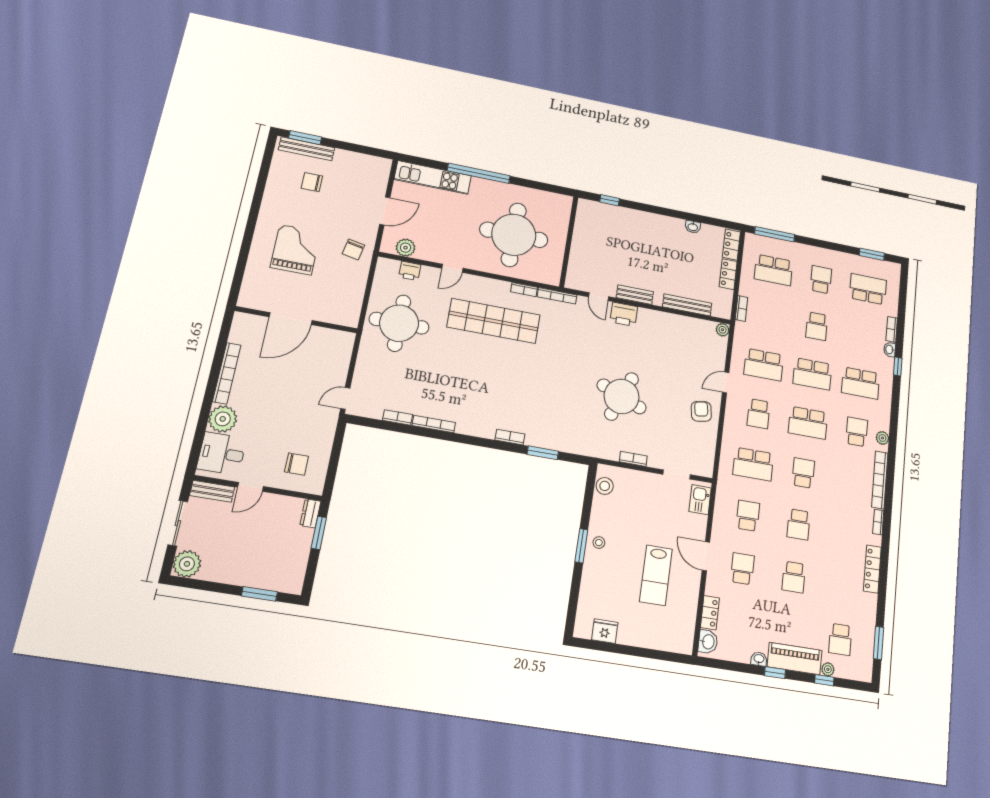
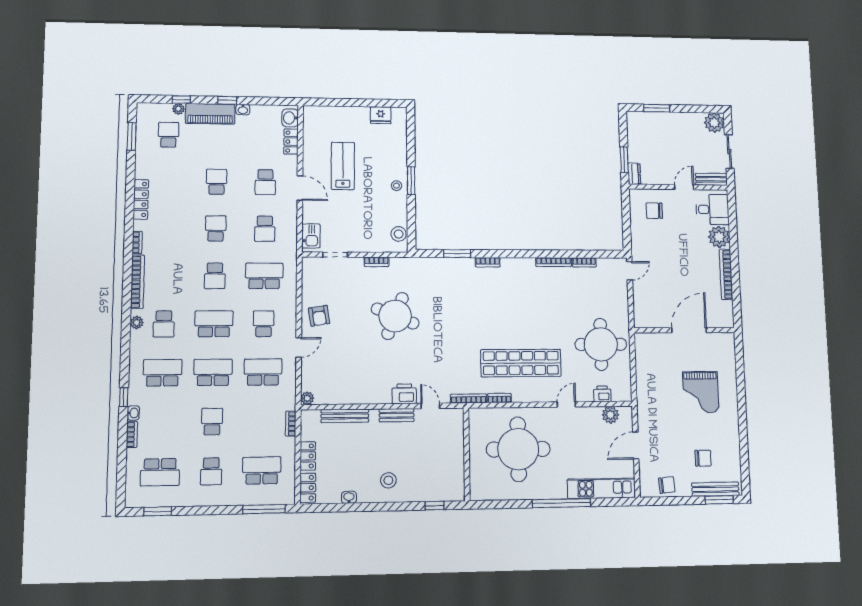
stool: (652, 234) -> (388, 480), added
chair: (353, 249) -> (667, 485), moved, turned 74

